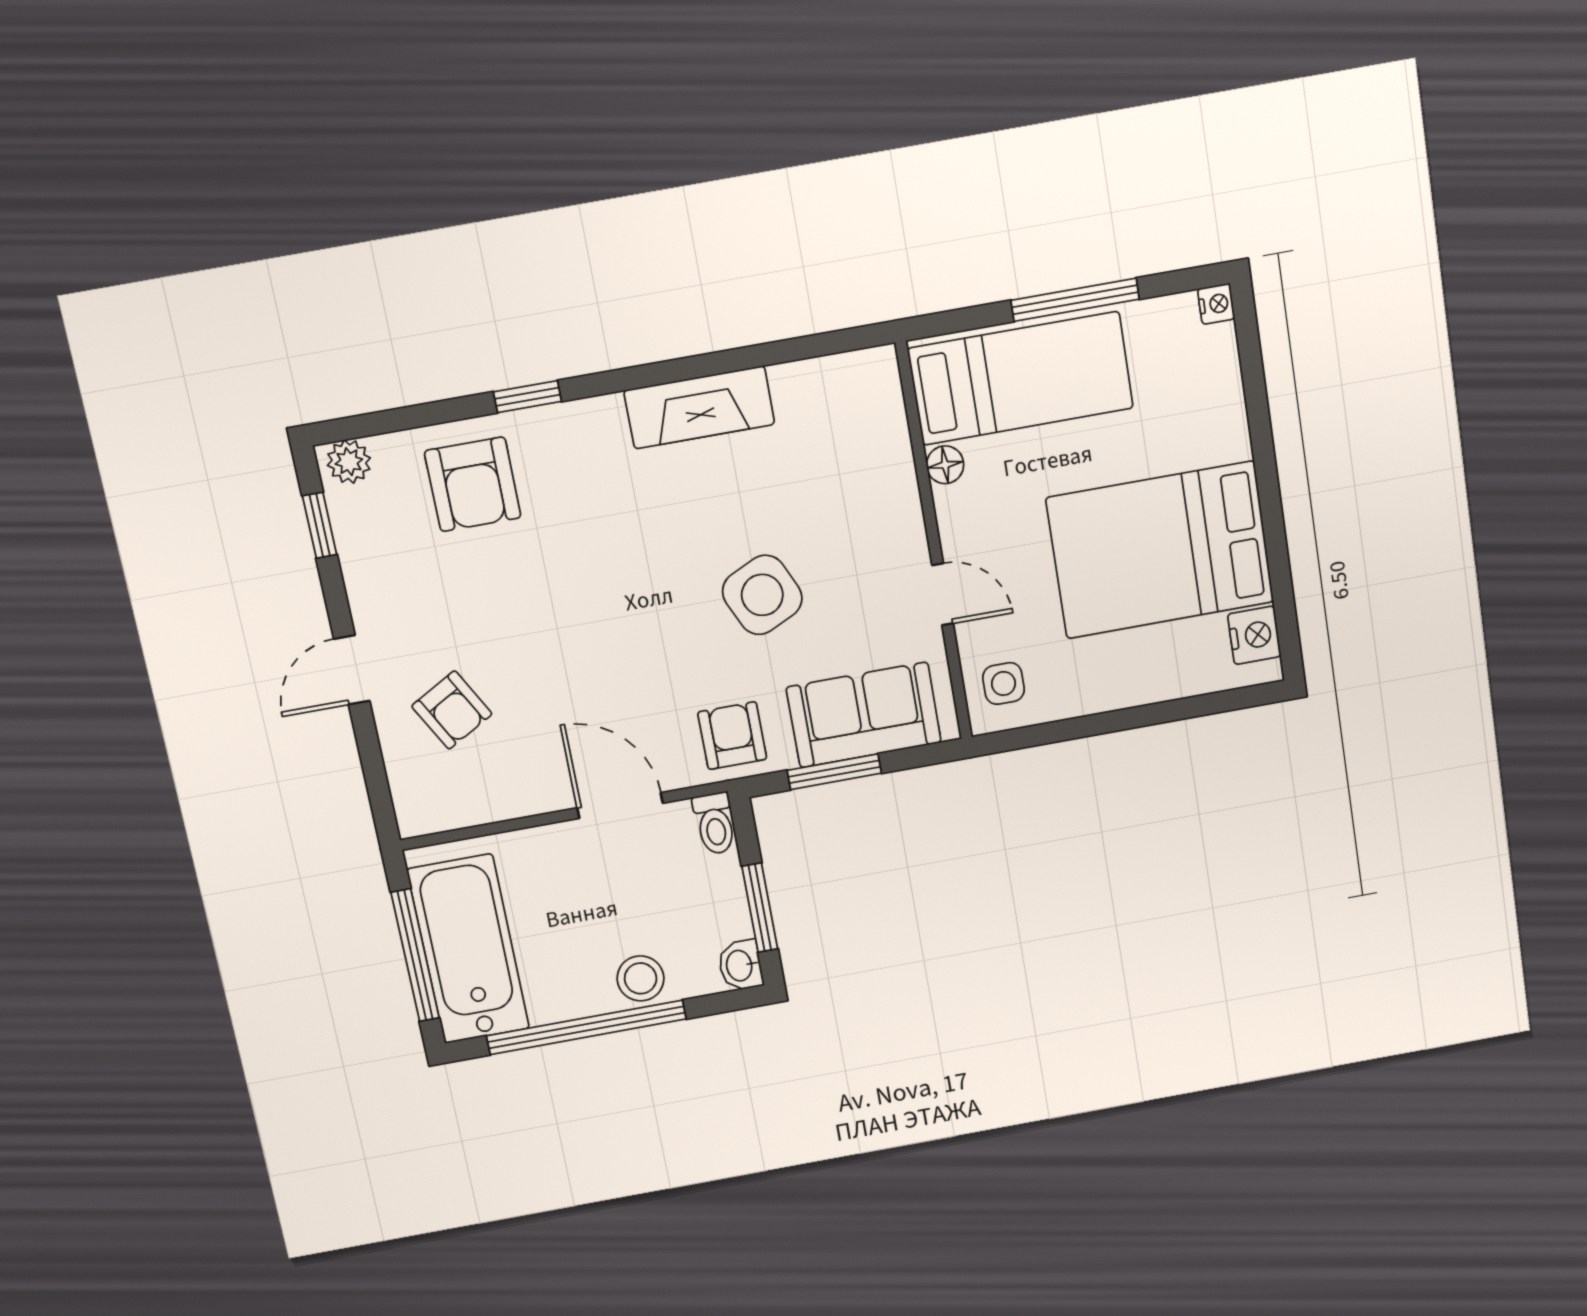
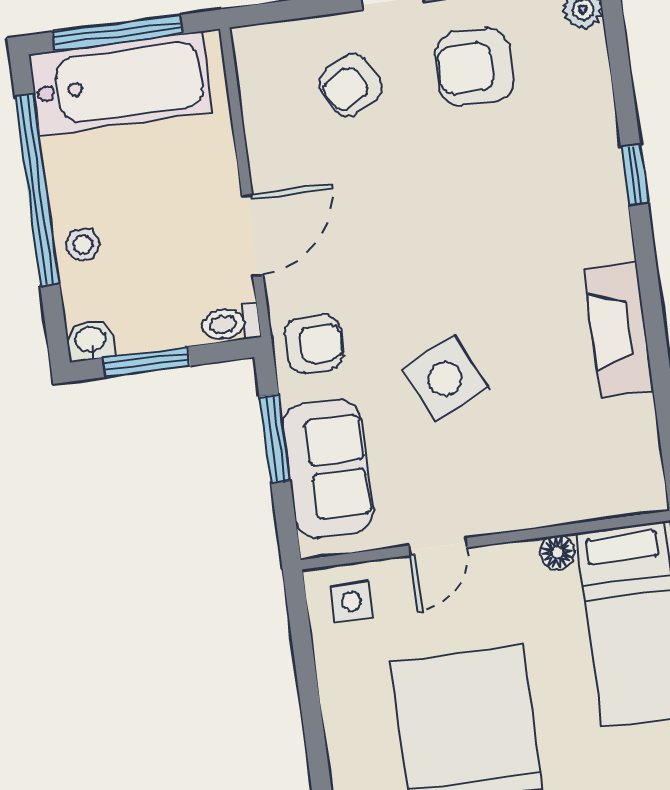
armchair: (473, 484) -> (475, 67), moved
stool: (641, 978) -> (83, 245), width x0.73, depth x0.73

